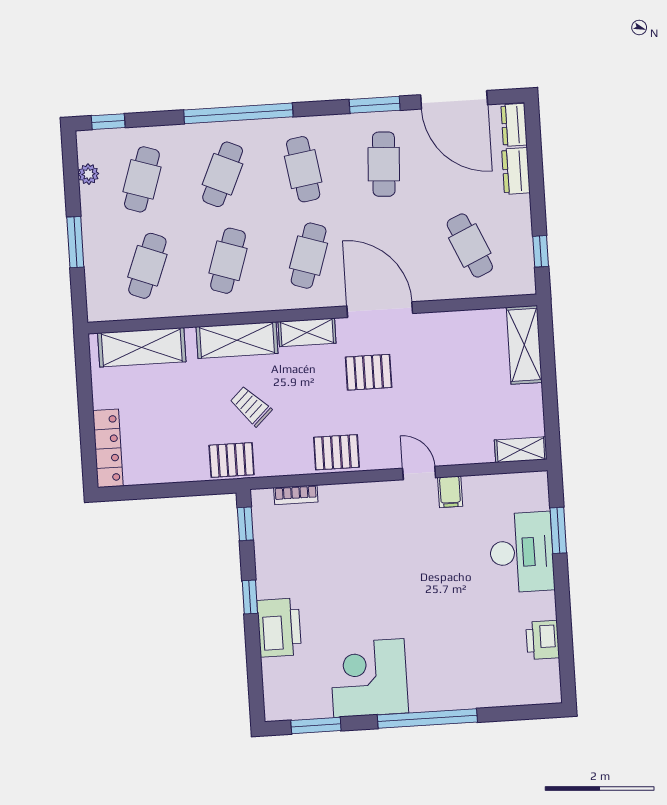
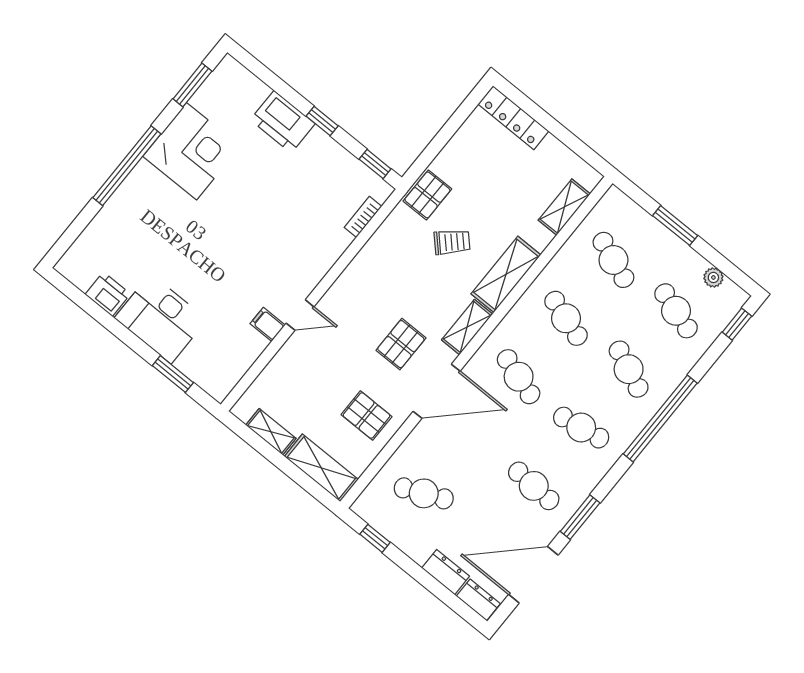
shelving: (142, 347) -> (564, 207), width x0.67, depth x0.75
shelving: (521, 450) -> (271, 432), moved, turned 90
pallet: (336, 452) -> (367, 416), moved, turned 90
desk: (522, 552) -> (161, 319), moved

